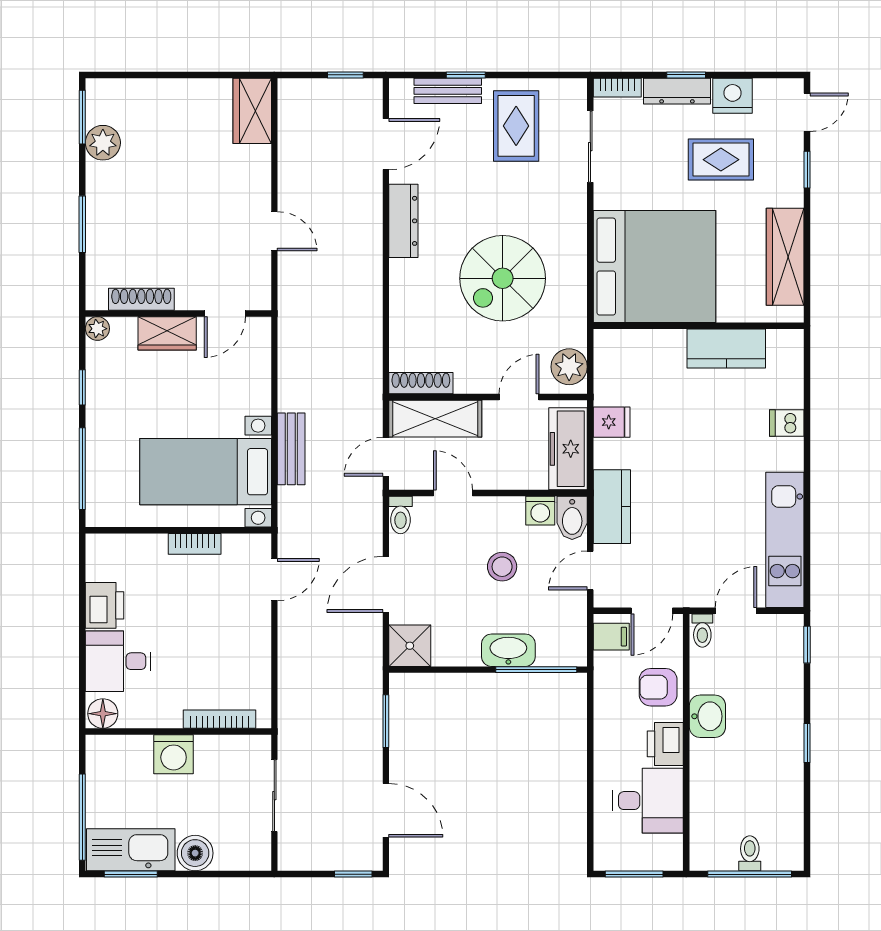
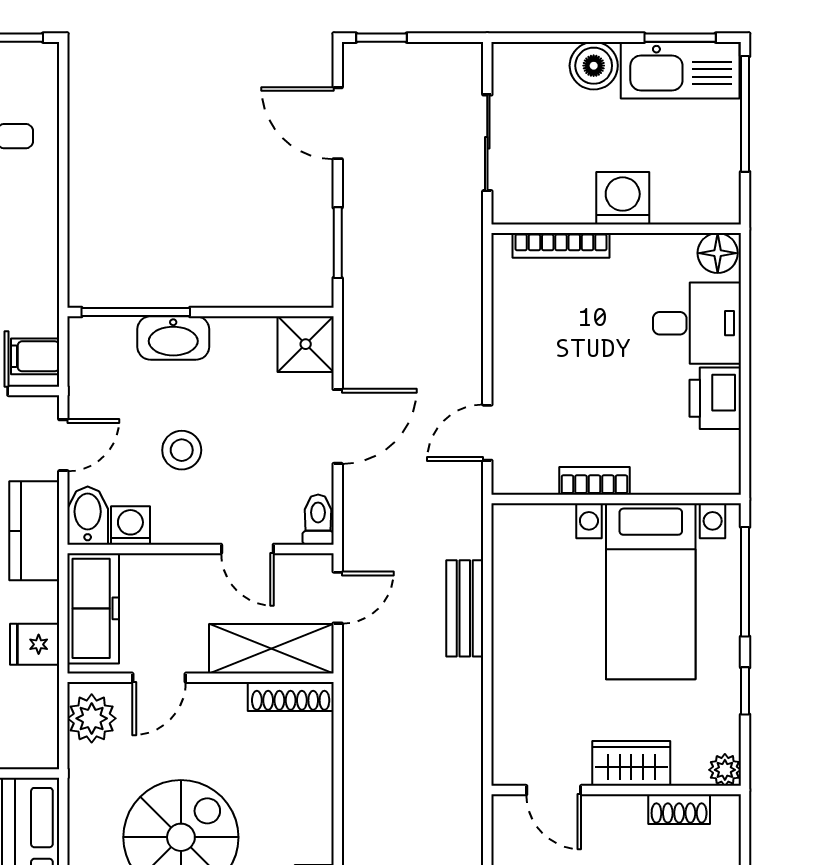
shoe rack: (141, 299) -> (679, 809), width x0.70
door: (225, 313) -> (554, 790), swing flipped
bed with nightstands: (206, 472) -> (651, 591), moved, turned 90

